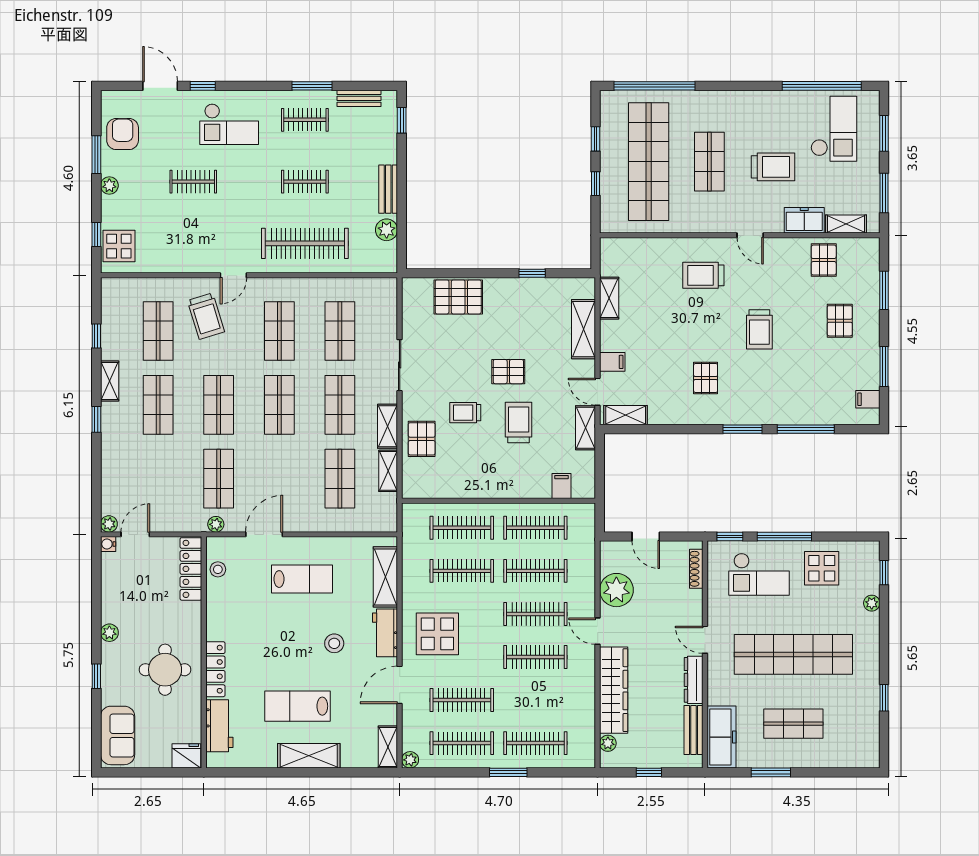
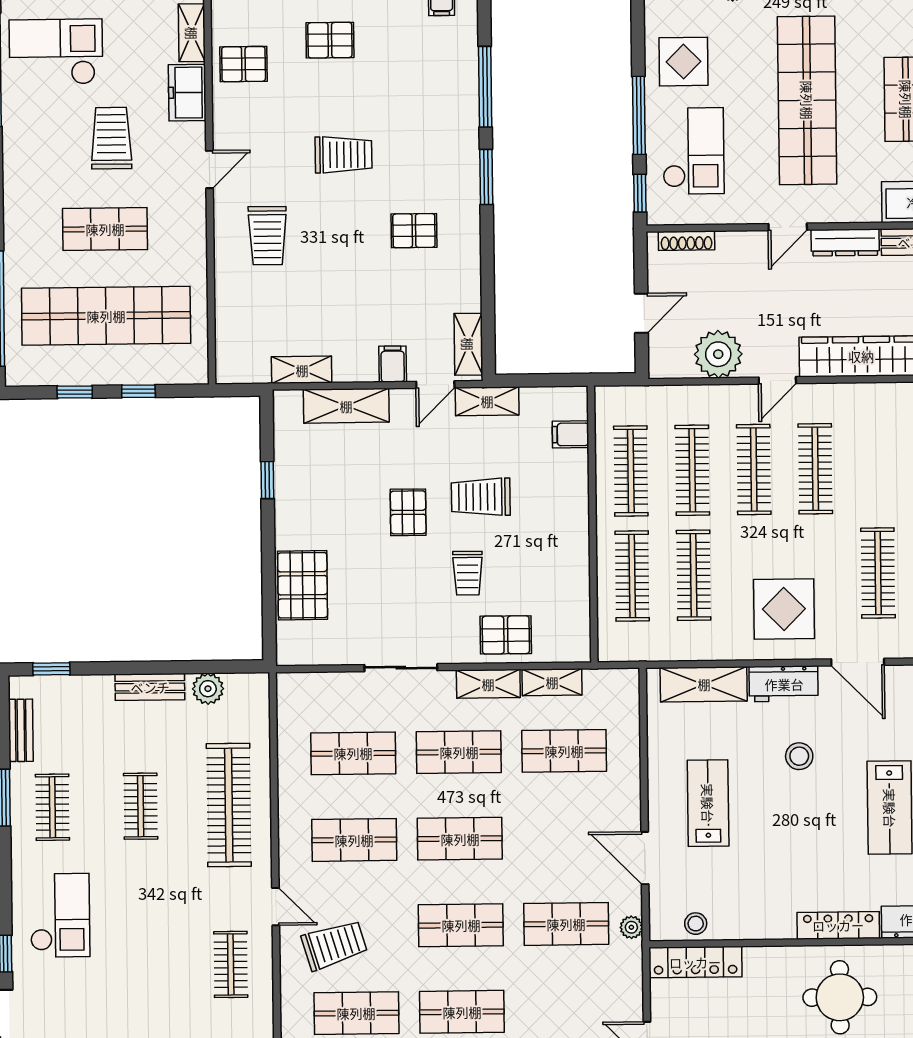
clothes rail: (193, 182) -> (231, 964), moved

